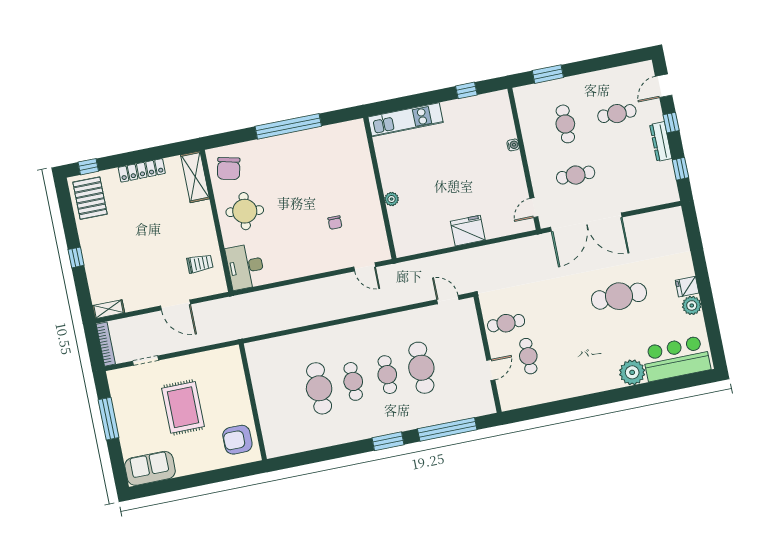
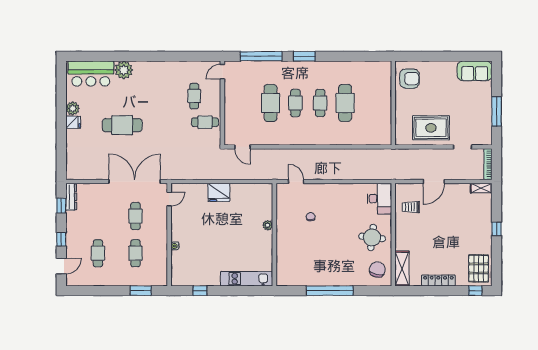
cafe table: (617, 114) -> (98, 253), turned 90
dresser: (661, 142) -> (71, 197), moved
cafe table: (576, 175) -> (135, 216), turned 90
door: (176, 305) -> (434, 182), swing flipped
door: (491, 370) -> (222, 72), moved
rug: (183, 407) -> (431, 128), moved, turned 90

